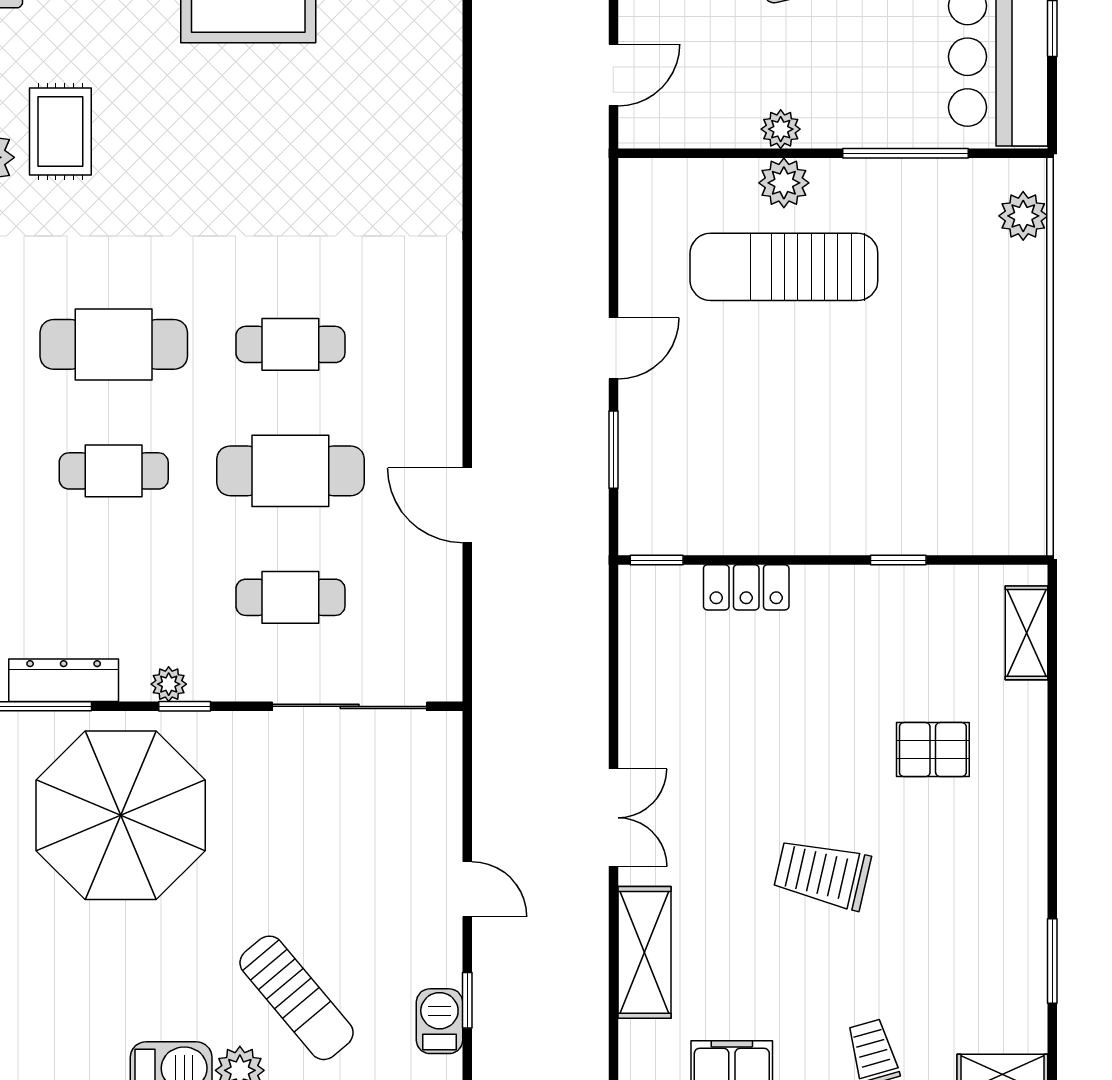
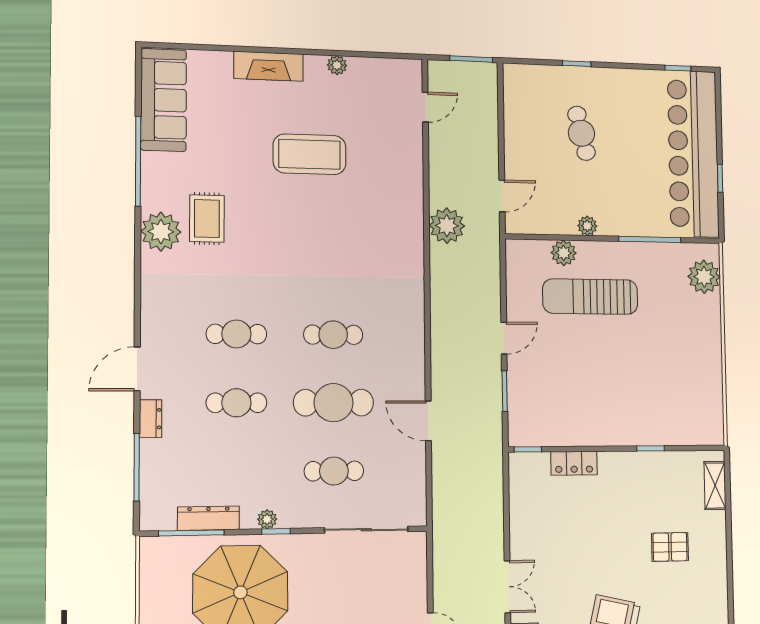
plant: (506, 135) -> (447, 226), added
plant: (784, 183) -> (564, 253), moved
plant: (1023, 216) -> (704, 277), width x1.36, depth x1.36
cafe table: (114, 344) -> (236, 334), width x0.73, depth x0.74

